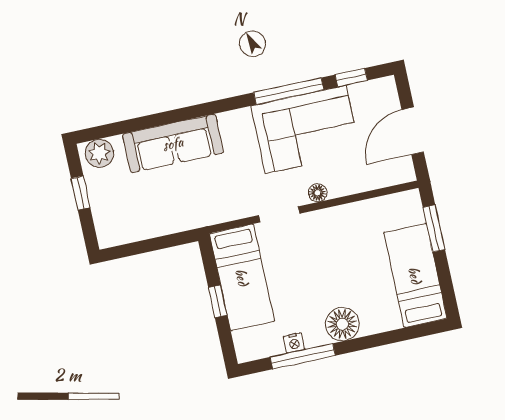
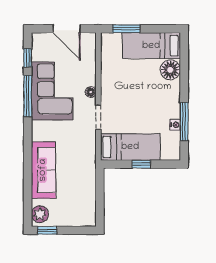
window: (81, 193) -> (47, 230), moved
floor lamp: (342, 324) -> (170, 70), moved

